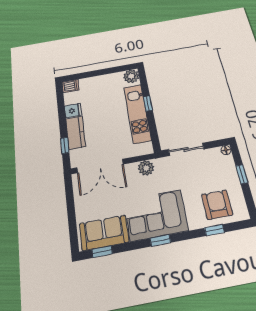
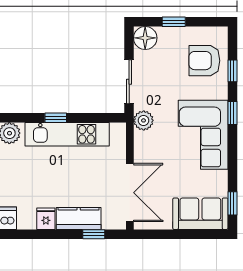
floor lamp: (226, 150) -> (145, 38), width x1.89, depth x1.89
plant: (146, 168) -> (144, 120), moved
sofa: (104, 233) -> (200, 214), moved, turned 90
window: (160, 240) -> (232, 113), moved

